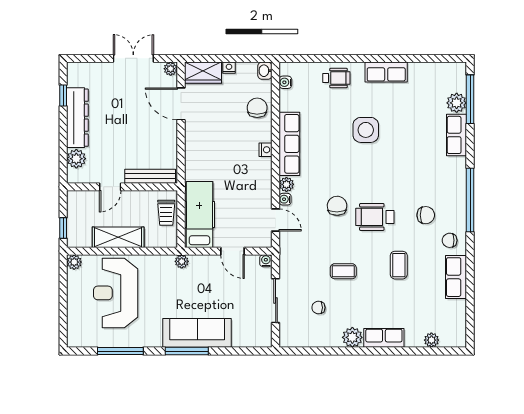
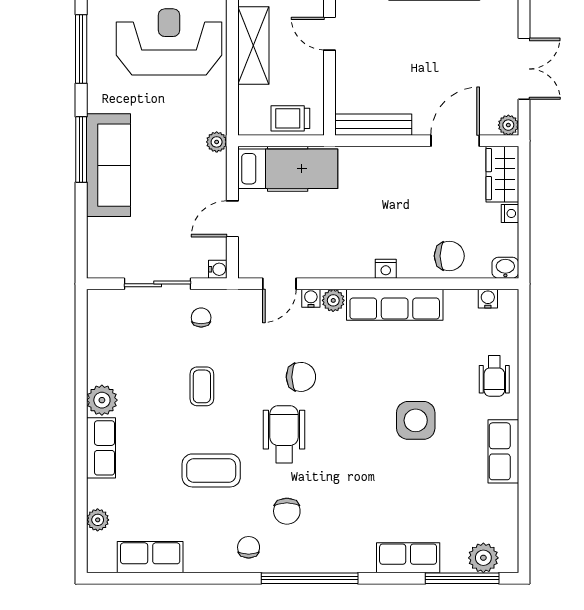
plant: (457, 103) -> (483, 558), moved
bench: (150, 176) -> (373, 125), moved, turned 90
coffee table: (399, 265) -> (211, 470), width x1.36, depth x1.30
row of seats: (456, 277) -> (150, 557), moved
chair: (318, 308) -> (201, 318), moved

